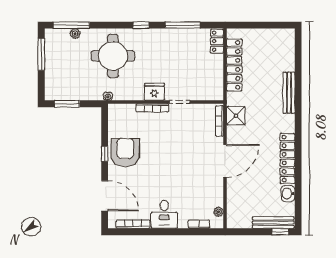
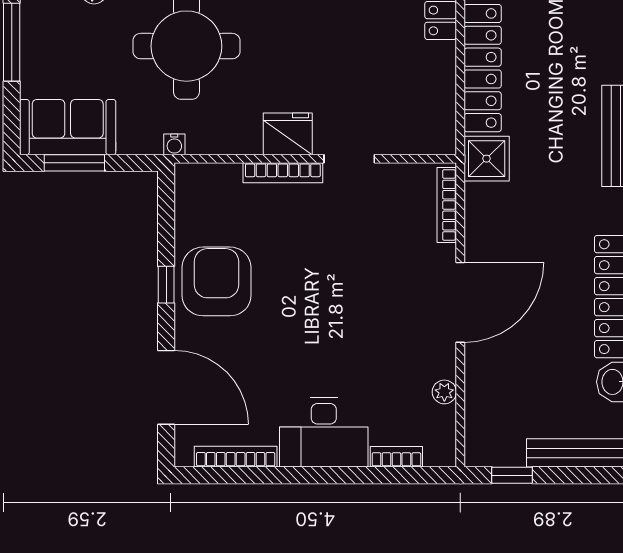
sofa: (64, 89) -> (68, 127), added
shower: (236, 116) -> (487, 159), moved
plant: (219, 212) -> (444, 392), moved
desk: (164, 214) -> (324, 433), width x1.37
window: (280, 232) -> (512, 475), moved

